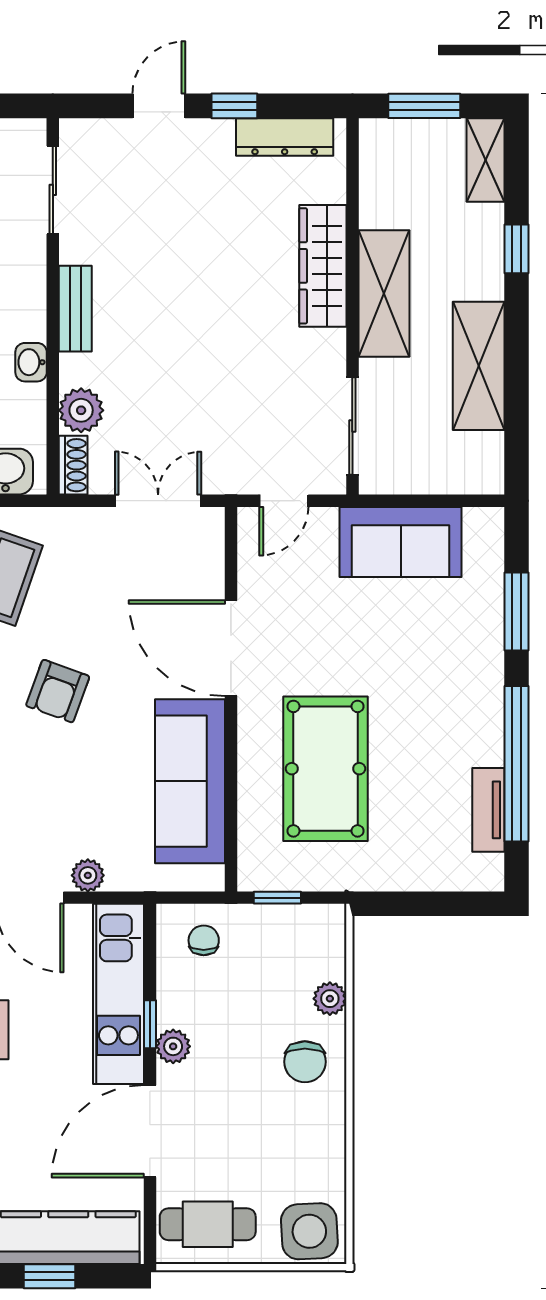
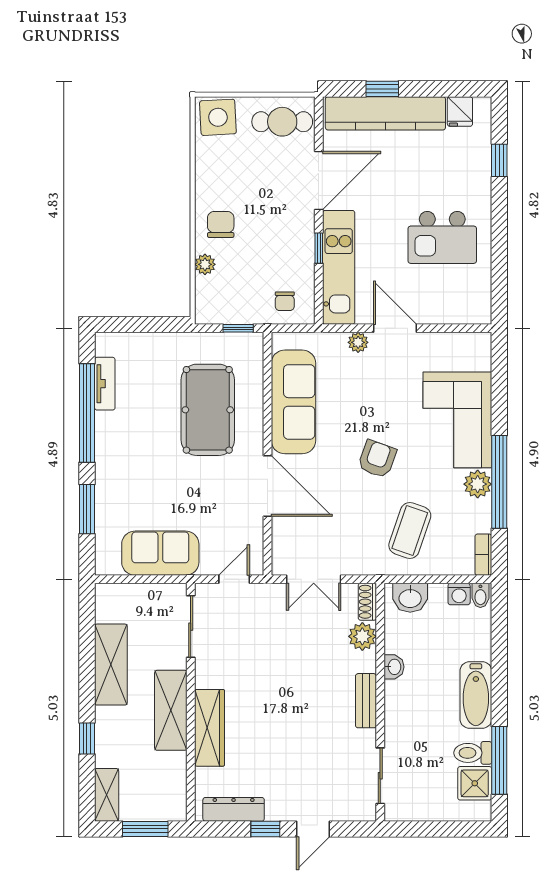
plant: (173, 1046) -> (304, 234), removed

